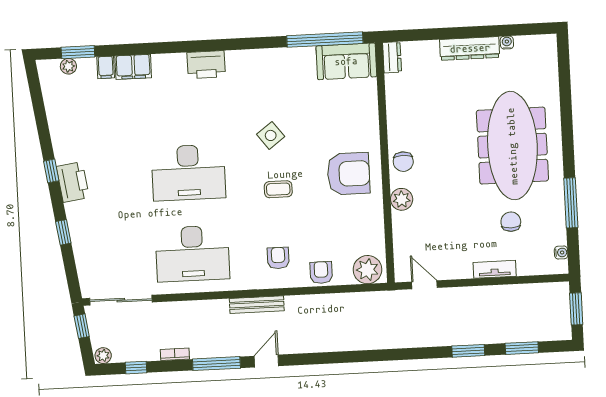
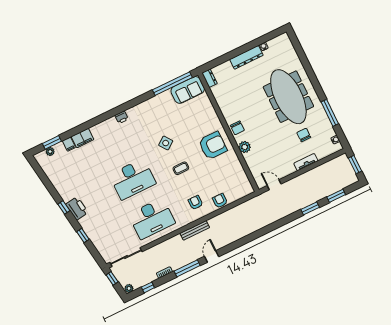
printer: (206, 65) -> (122, 117), width x0.53, depth x0.68
plant: (367, 270) -> (243, 189), removed

